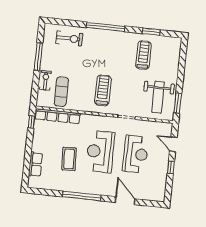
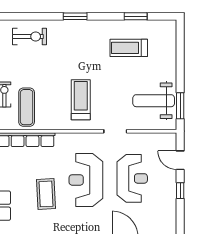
window: (105, 27) -> (75, 16), width x0.47
treadmill: (143, 55) -> (129, 48), turned -90
weight bench: (158, 97) -> (154, 101), turned 90

